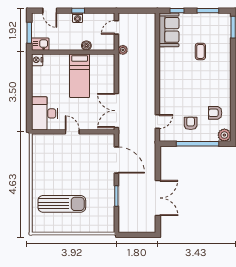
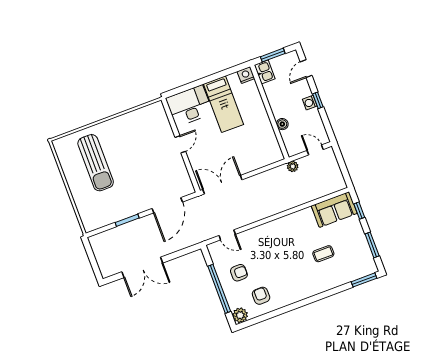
bed: (80, 76) -> (224, 104), moved, turned -90

